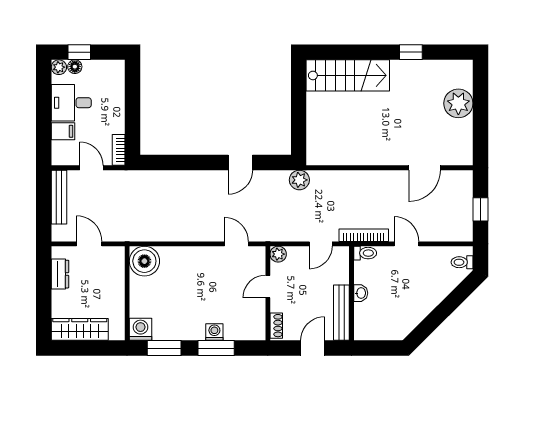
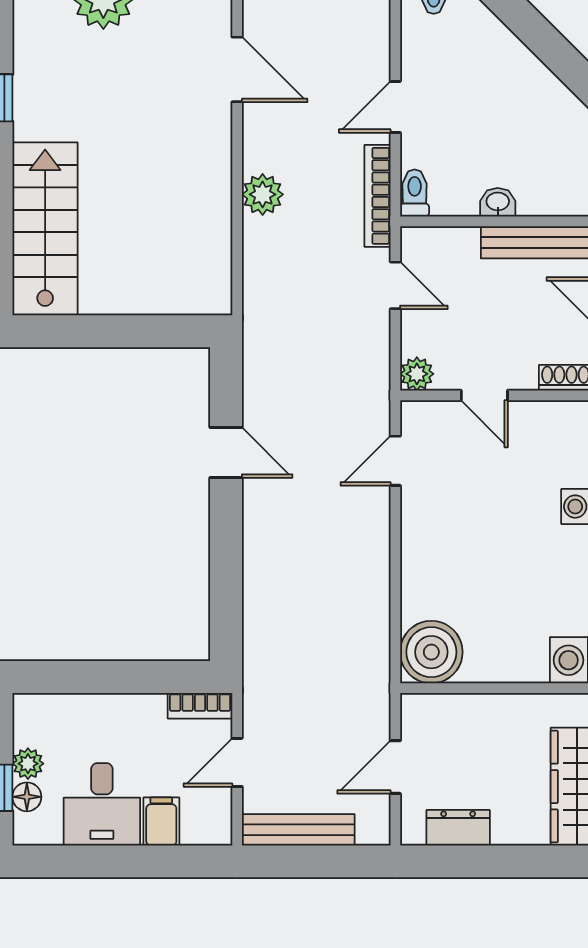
plant: (59, 67) -> (28, 764), moved
plant: (299, 180) -> (263, 194), moved

